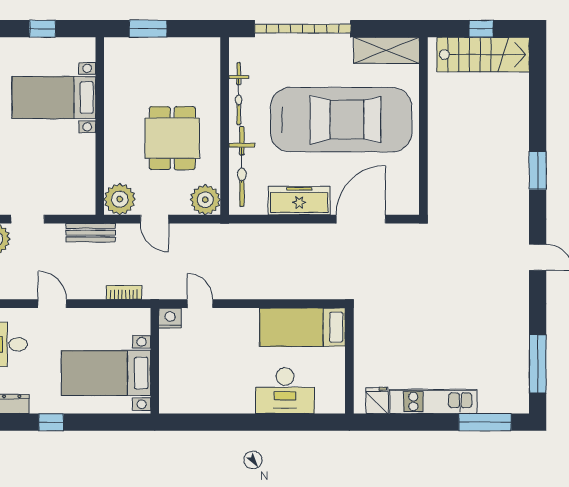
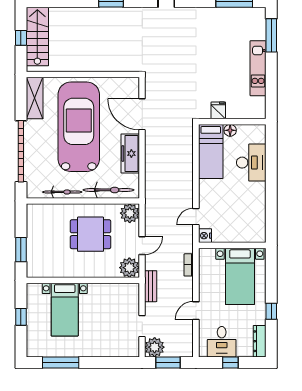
floor lamp: (336, 358) -> (230, 130), added
fridge: (377, 400) -> (218, 110), moved, turned 90

